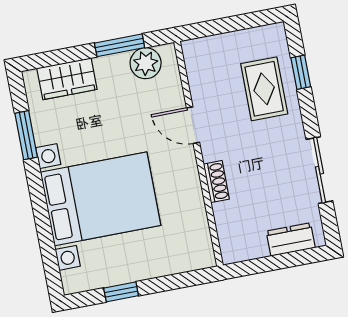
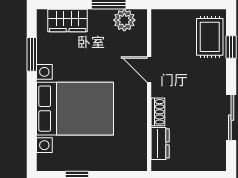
rug: (264, 89) -> (210, 37), moved
dresser: (291, 239) -> (160, 143), moved, turned 90

